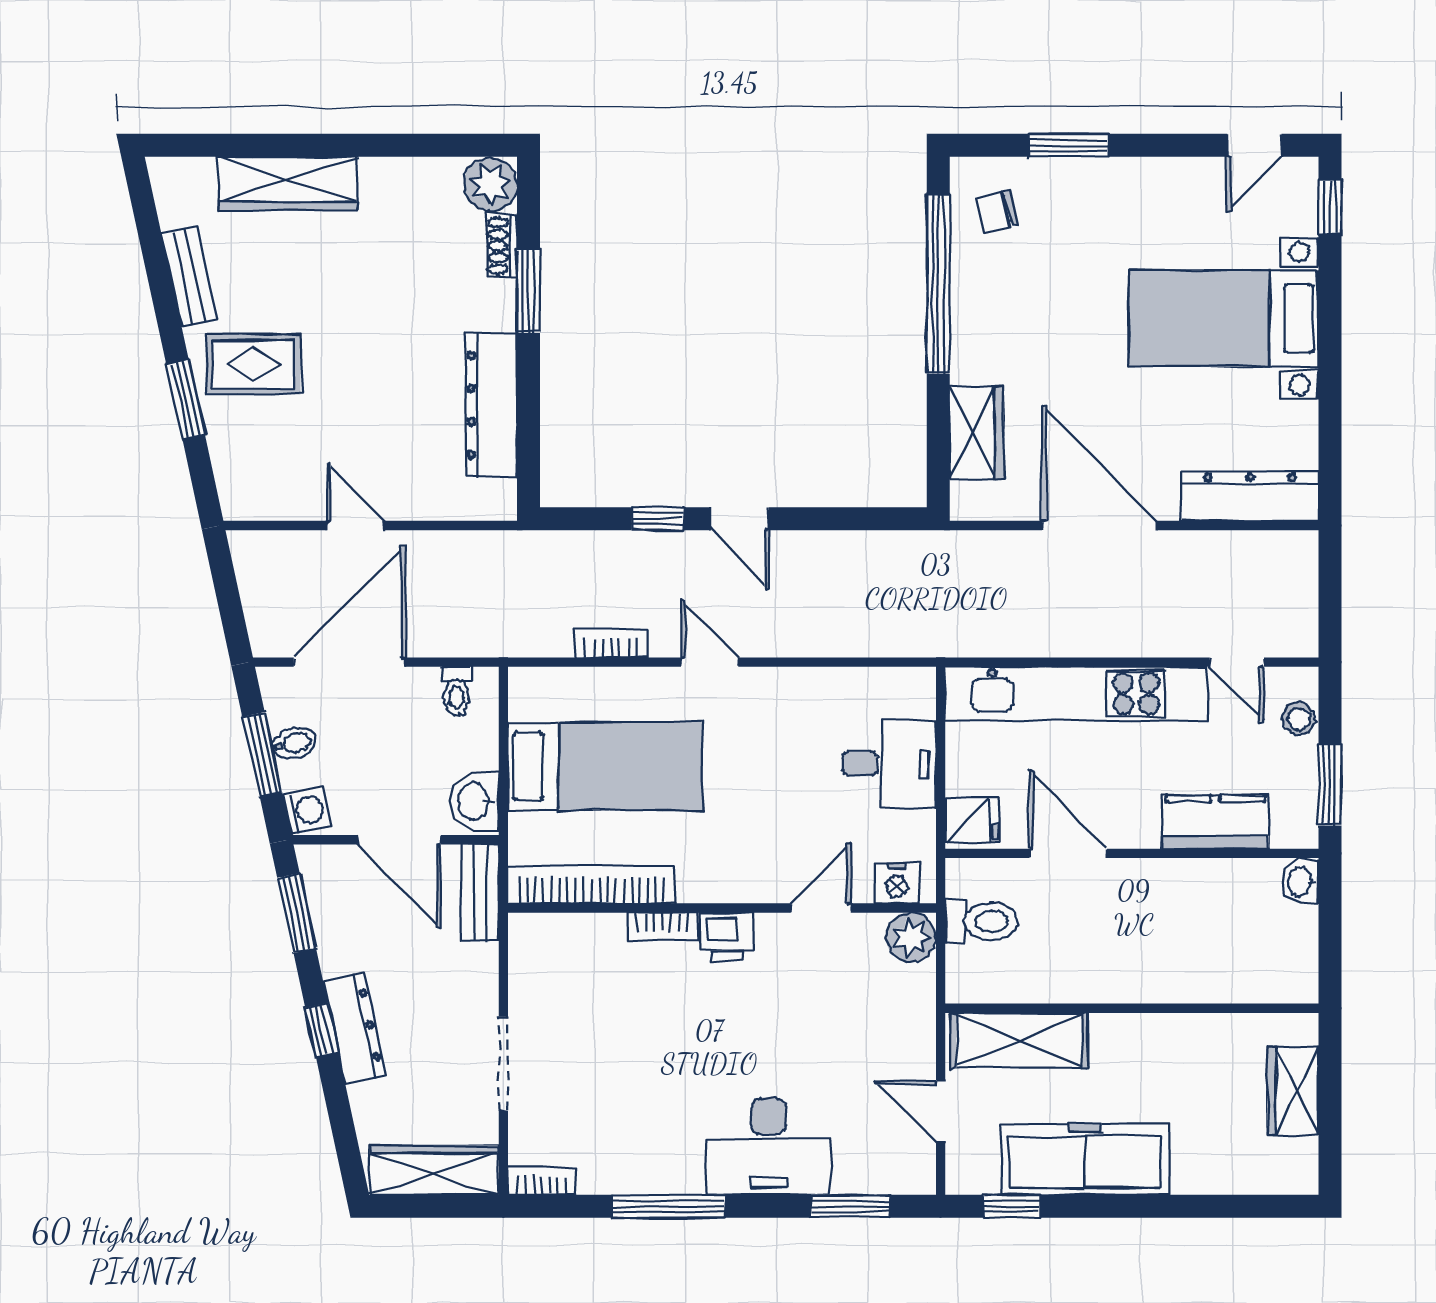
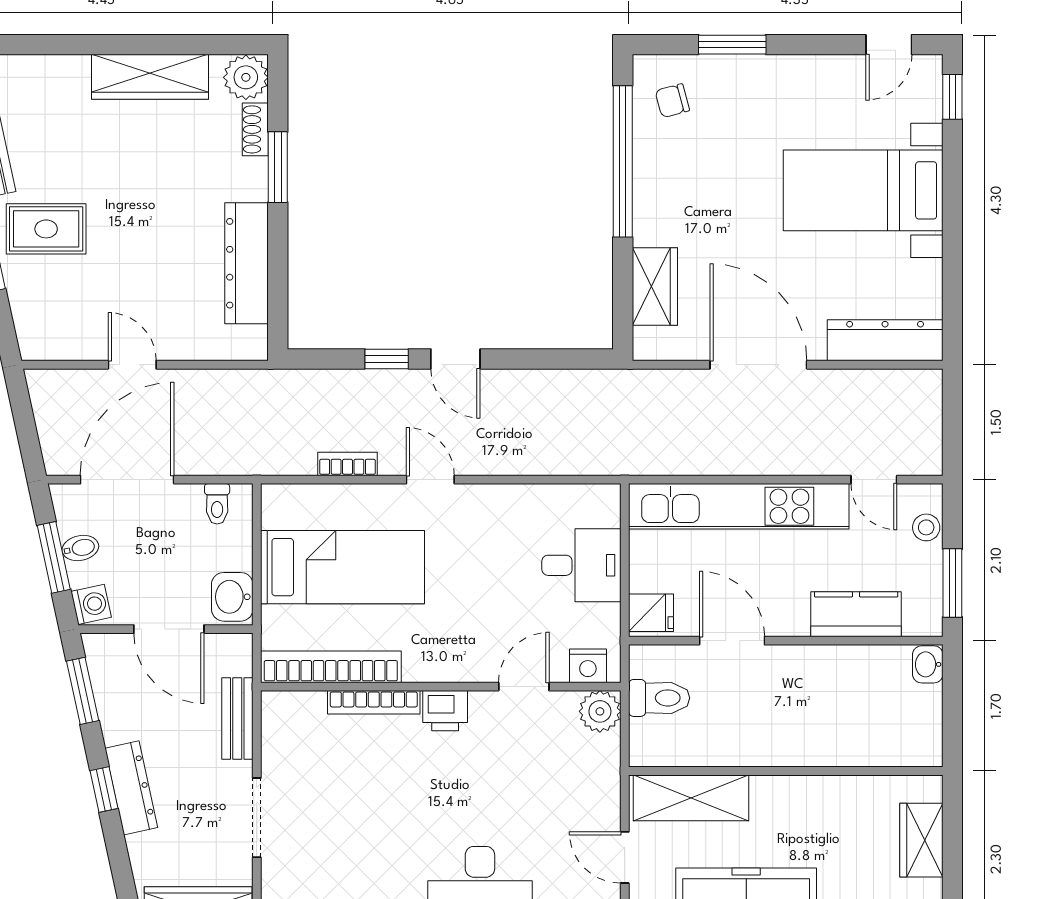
wardrobe: (288, 183) -> (150, 77), moved
bench: (480, 893) -> (237, 719), moved
bookcase: (662, 927) -> (374, 702), width x1.56

